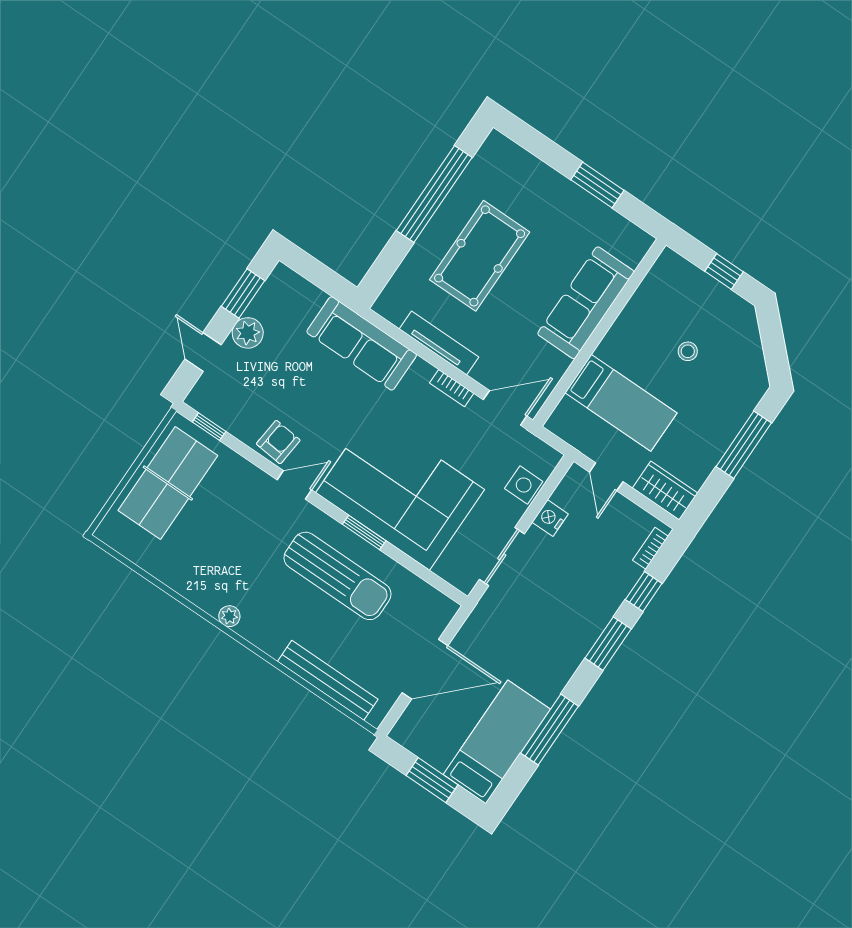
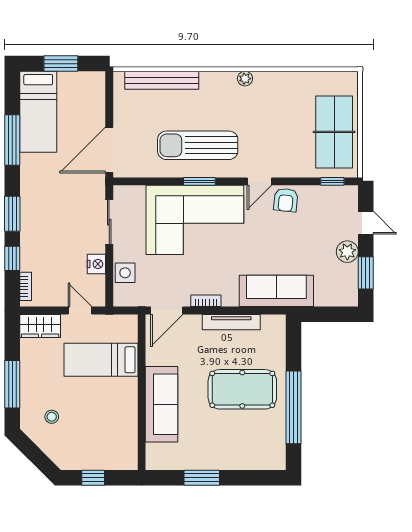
pool table: (480, 256) -> (242, 389), turned 90
stool: (688, 351) -> (52, 417), moved
door: (425, 669) -> (109, 150), moved

